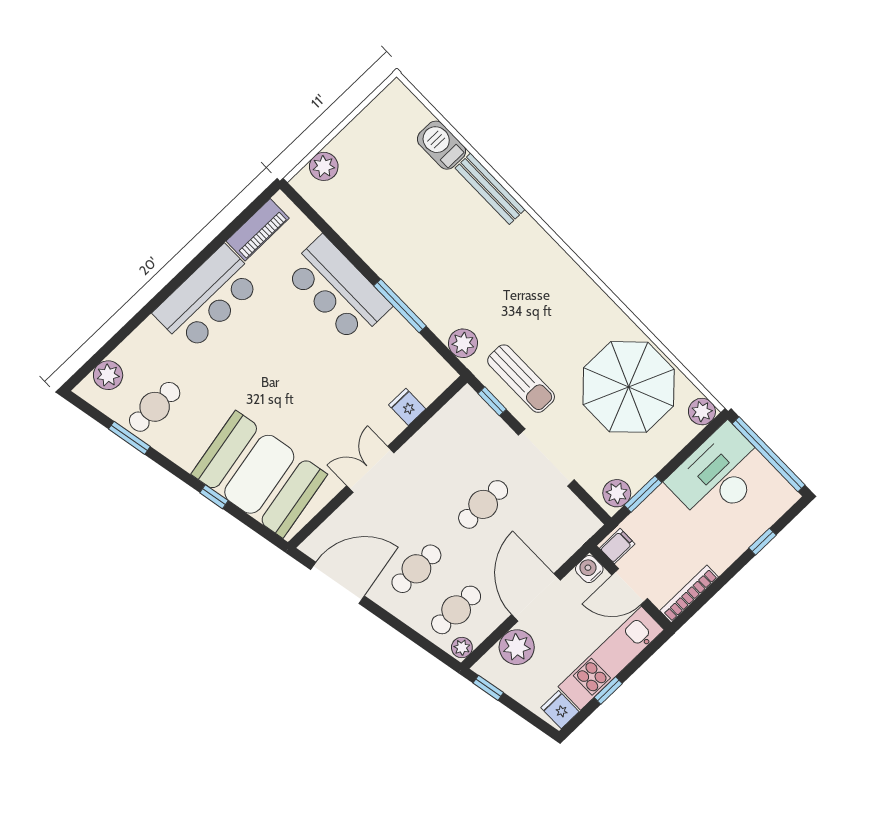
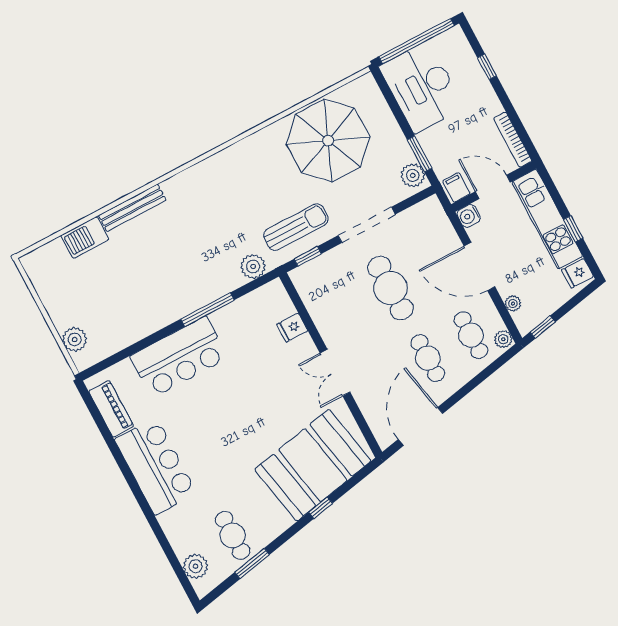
plant: (702, 412) -> (366, 86), removed
cafe table: (483, 504) -> (390, 288), width x1.37, depth x1.35
door: (630, 587) -> (493, 187), swing flipped
plant: (517, 647) -> (513, 304), width x0.53, depth x0.53

